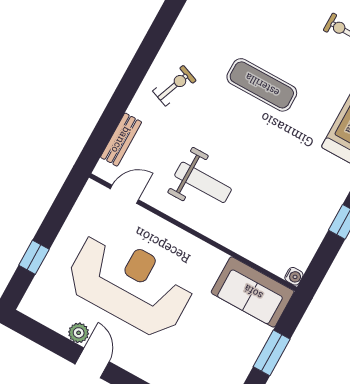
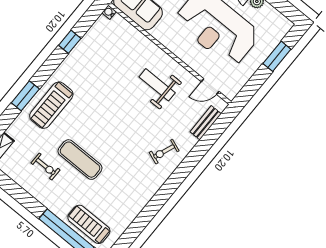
exercise mat: (262, 85) -> (80, 160), moved
window: (34, 257) -> (277, 56), width x1.50

